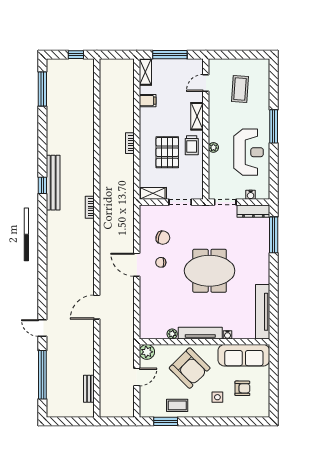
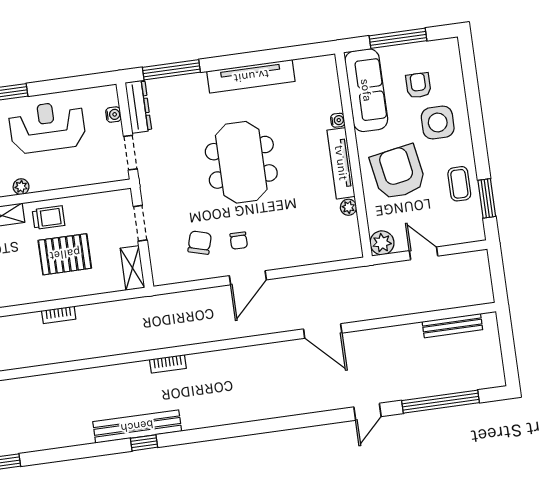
plant: (213, 147) -> (21, 187), moved
tv unit: (263, 312) -> (251, 76), moved
armchair: (190, 368) -> (398, 172), turned -55
window: (274, 380) -> (398, 38), added
bench: (89, 389) -> (452, 326), width x1.36
side table: (217, 397) -> (438, 123), width x1.87, depth x1.87

